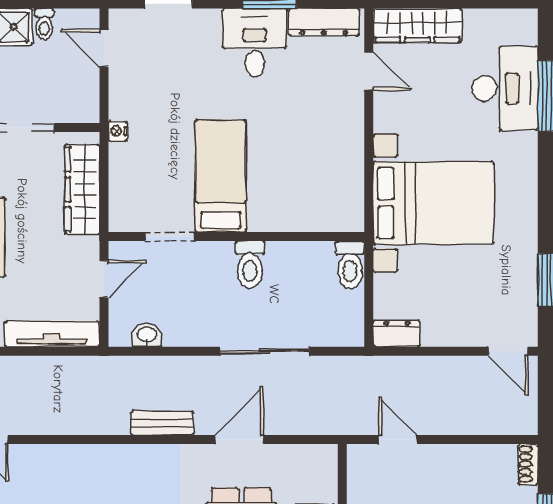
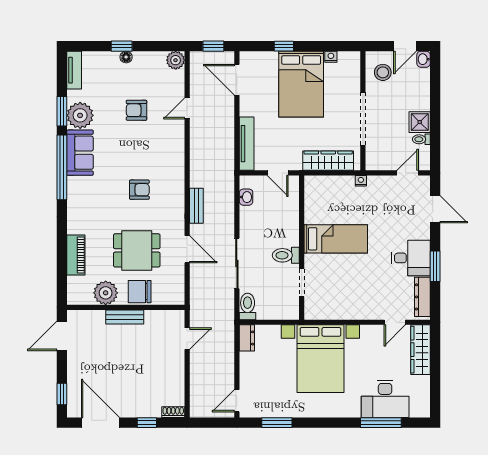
doorway: (170, 236) -> (302, 283), moved
toilet: (350, 265) -> (248, 306), moved, turned 90

